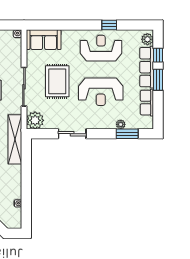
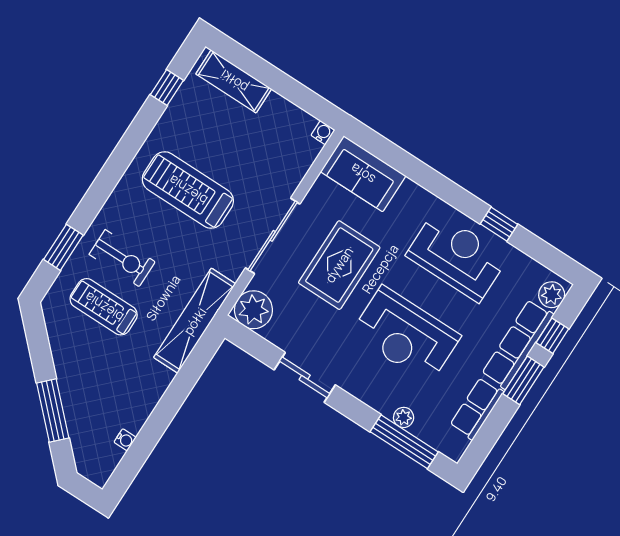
window: (127, 134) -> (404, 442), width x1.44

